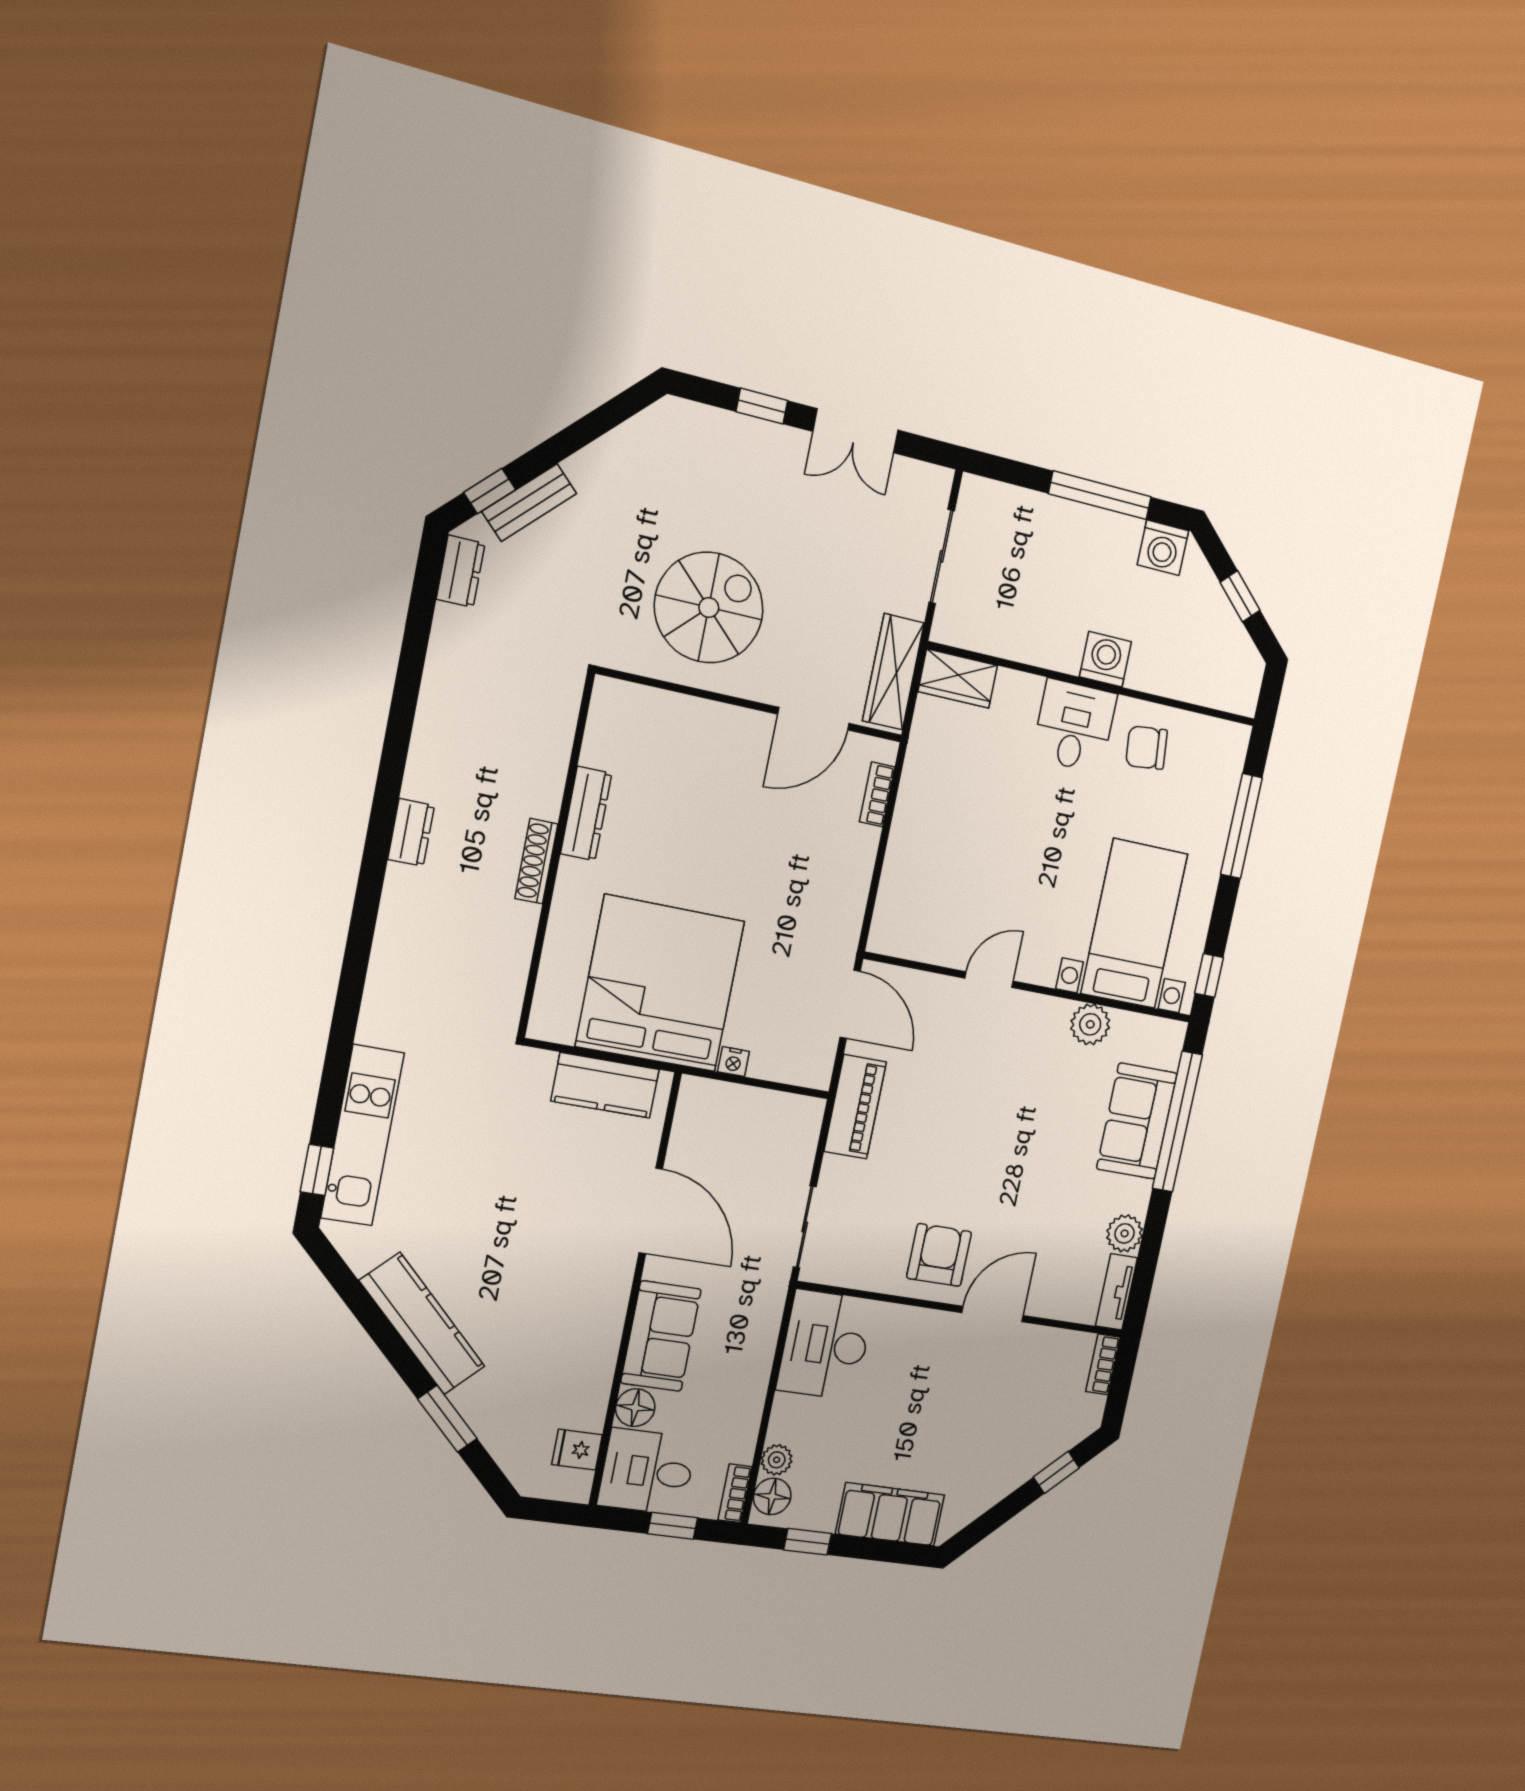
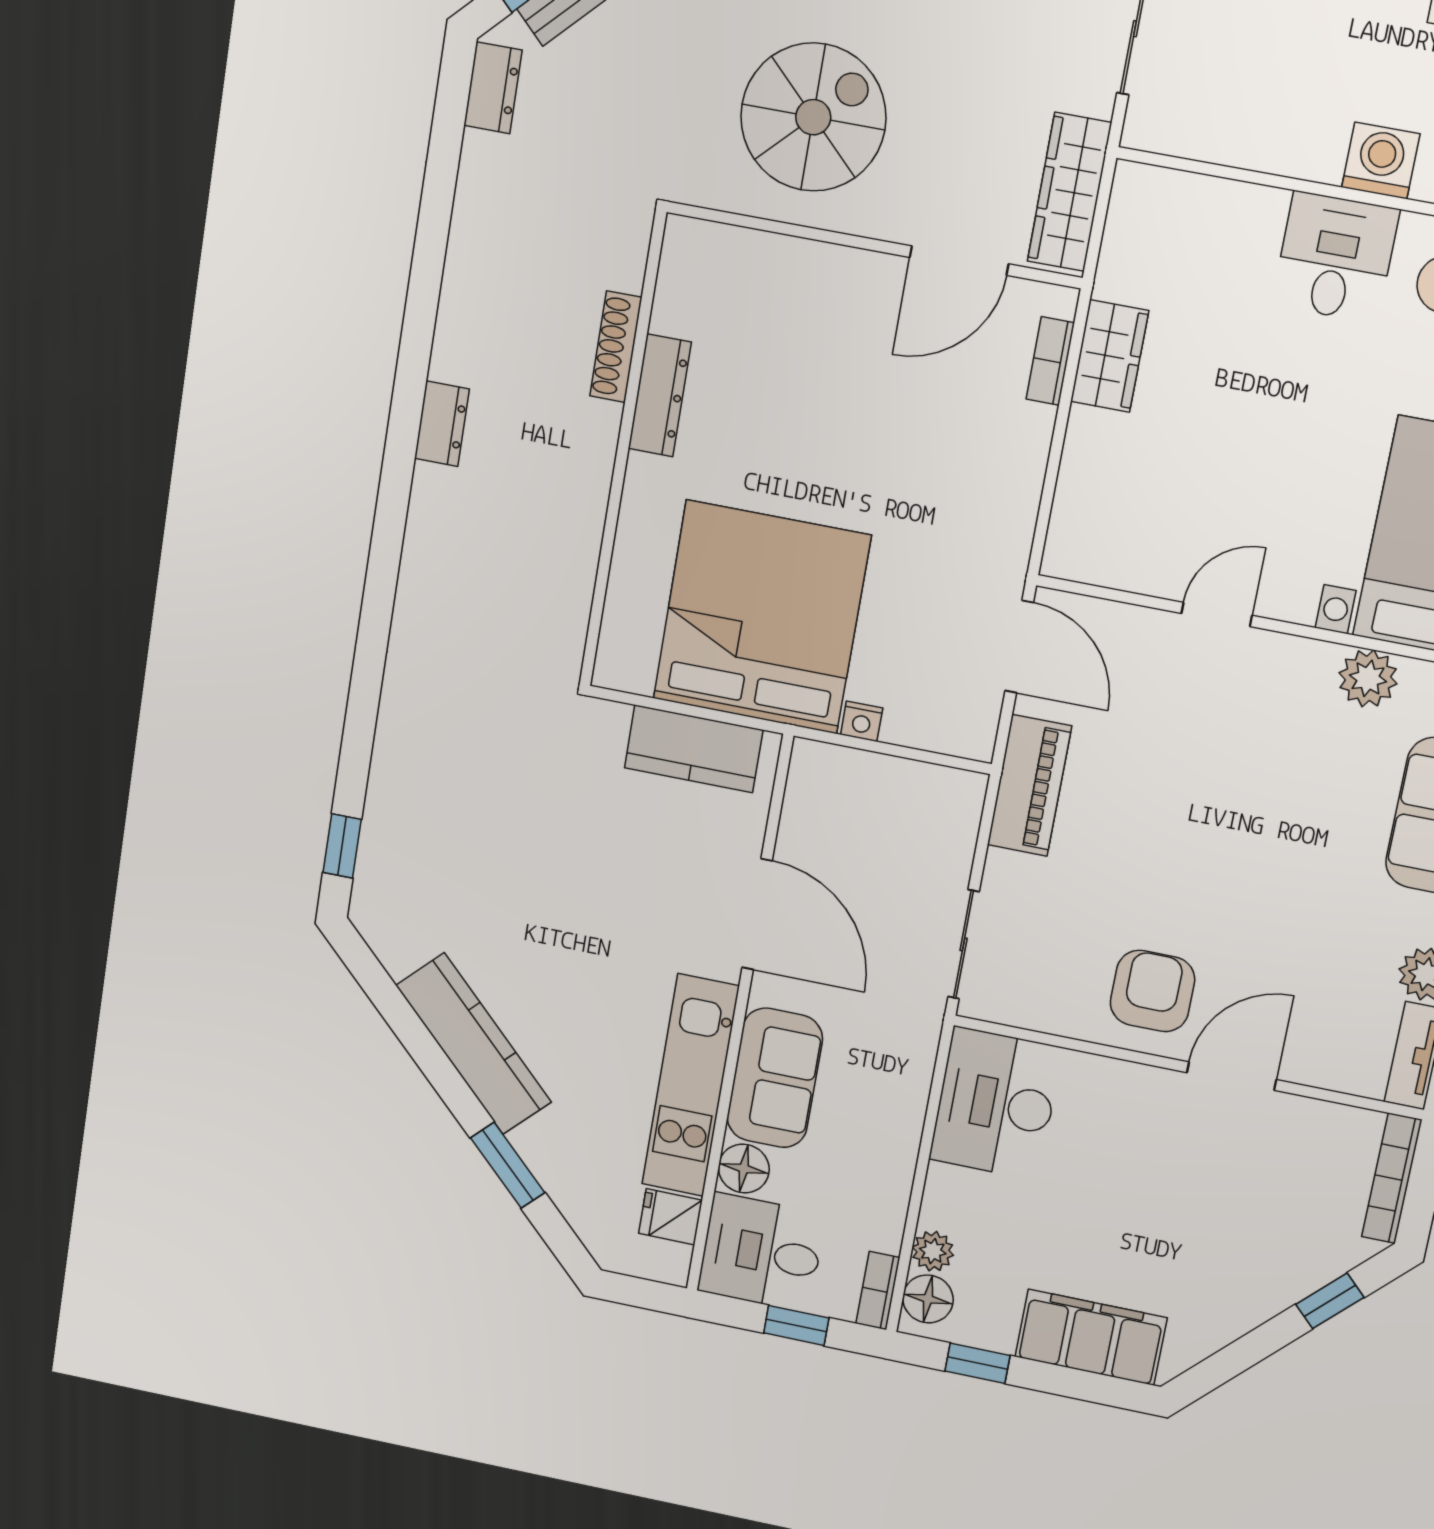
wardrobe: (958, 678) -> (1110, 356), moved, turned -90
shoe rack: (536, 861) -> (616, 347), moved
kitchen unit: (363, 1135) -> (691, 1085), moved, turned 180
bookcase: (1103, 1364) -> (1392, 1178), width x1.56

